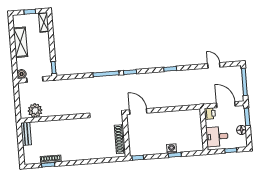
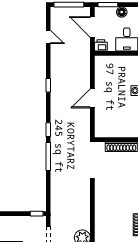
door: (214, 65) -> (48, 37), swing flipped
door: (226, 105) -> (92, 27), hinge flipped
door: (138, 112) -> (92, 98), moved

